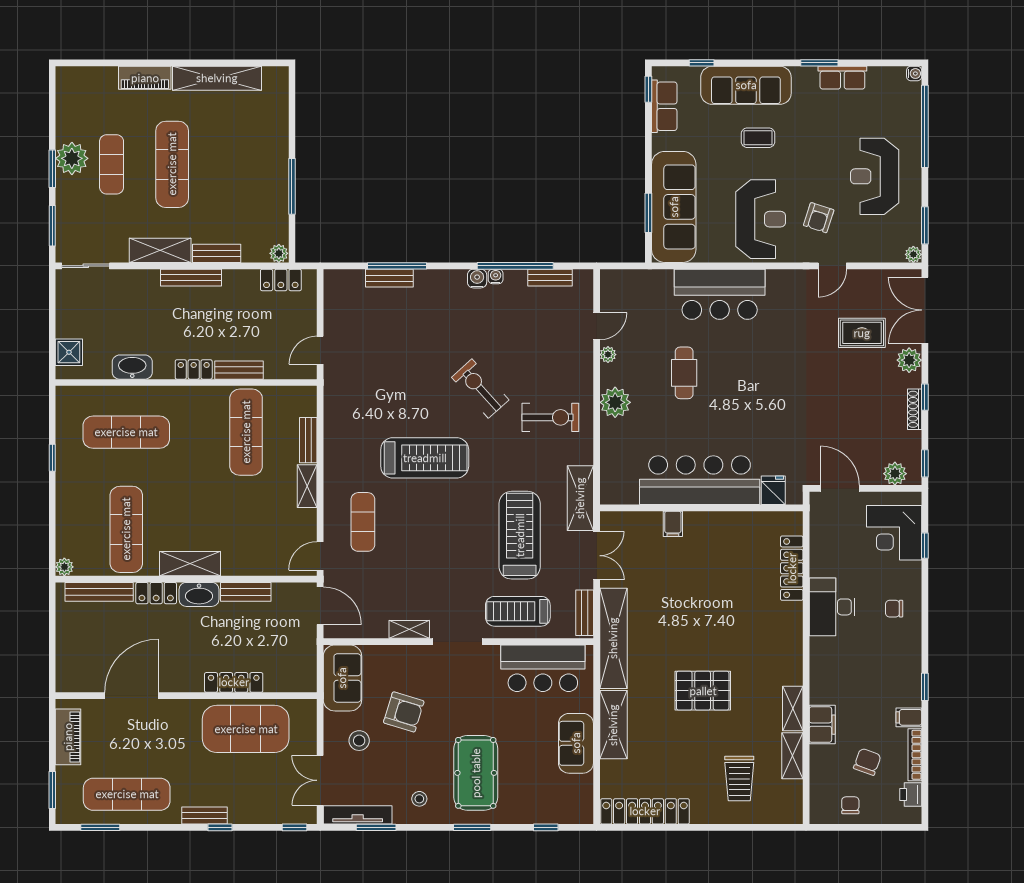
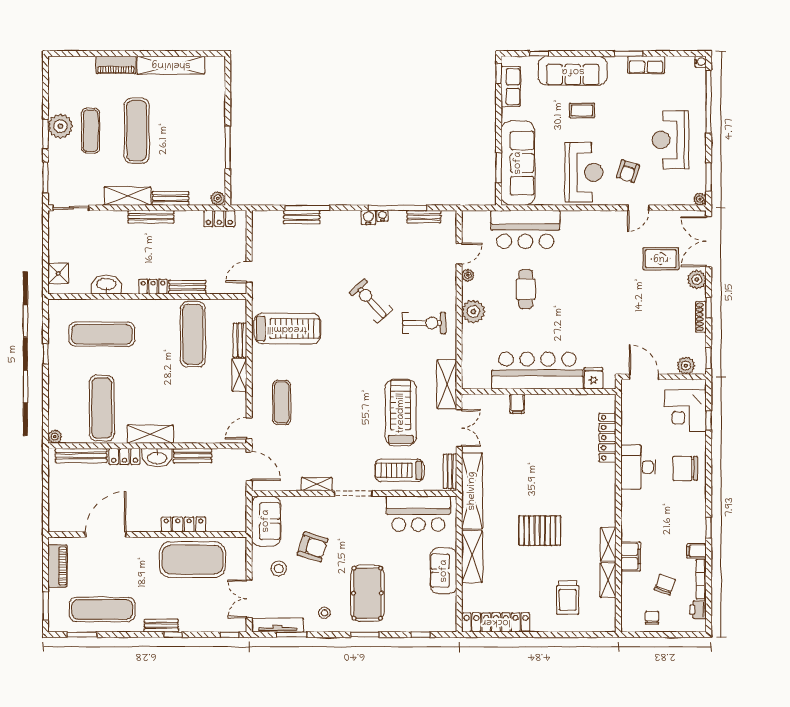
bar counter: (720, 294) -> (525, 229), moved
treadmill: (425, 458) -> (287, 329), moved
chair: (894, 609) -> (685, 468), width x1.87, depth x1.87

